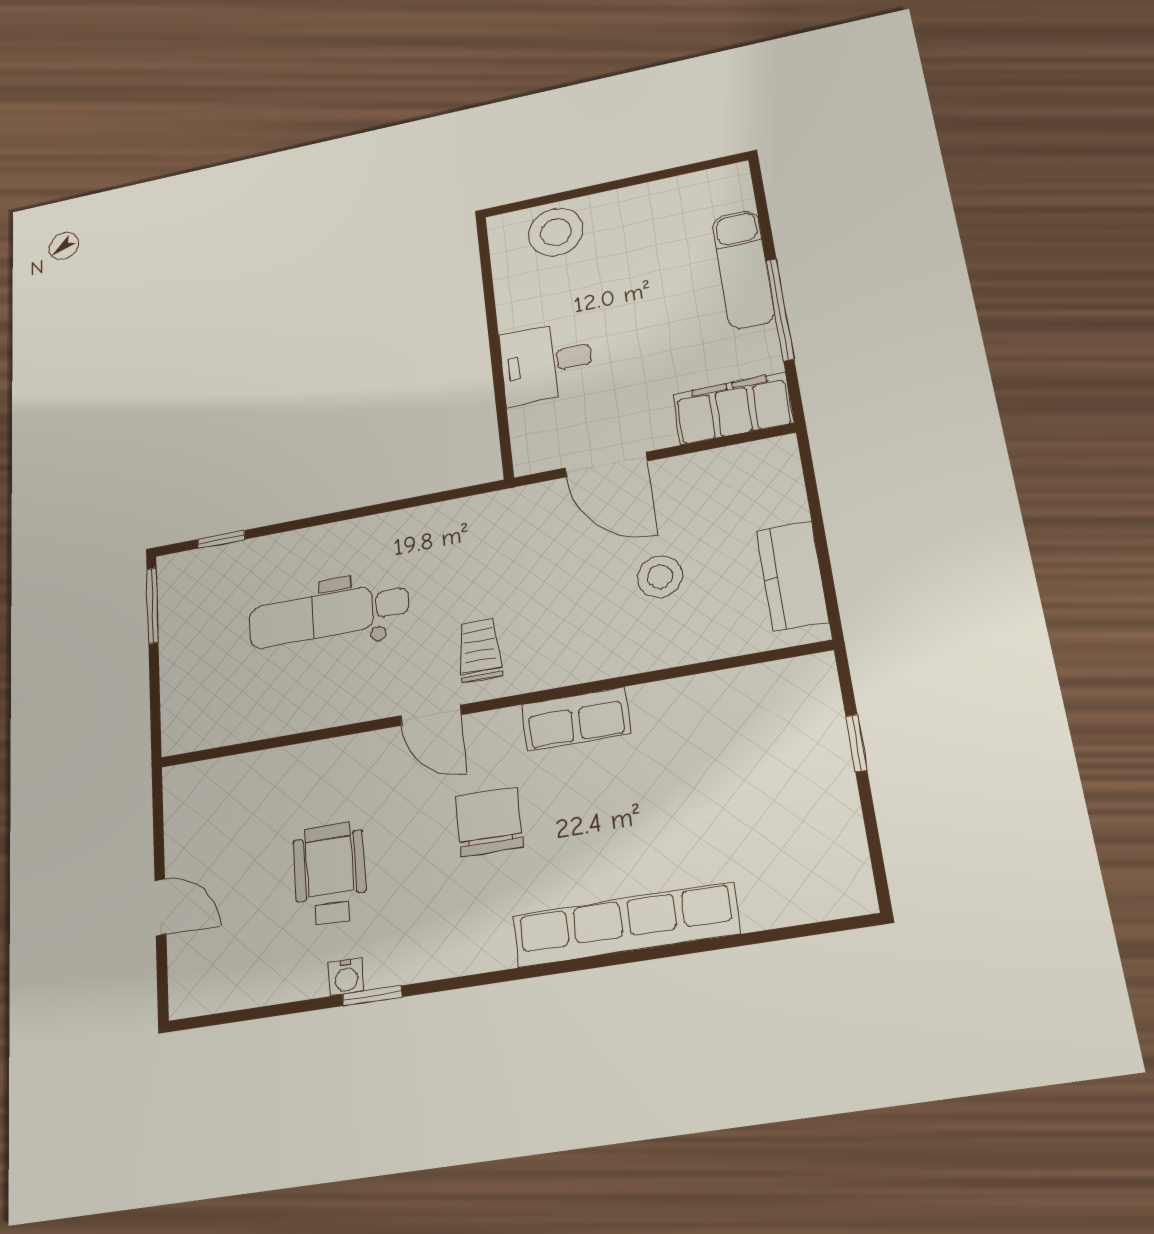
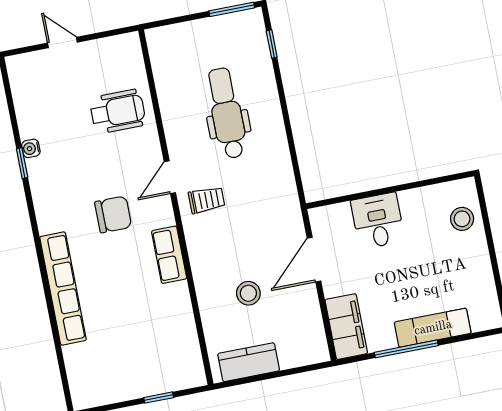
stool: (556, 232) -> (462, 219), width x0.73, depth x0.73
wheelchair: (330, 874) -> (118, 111), moved
door: (160, 907) -> (62, 43), swing flipped

